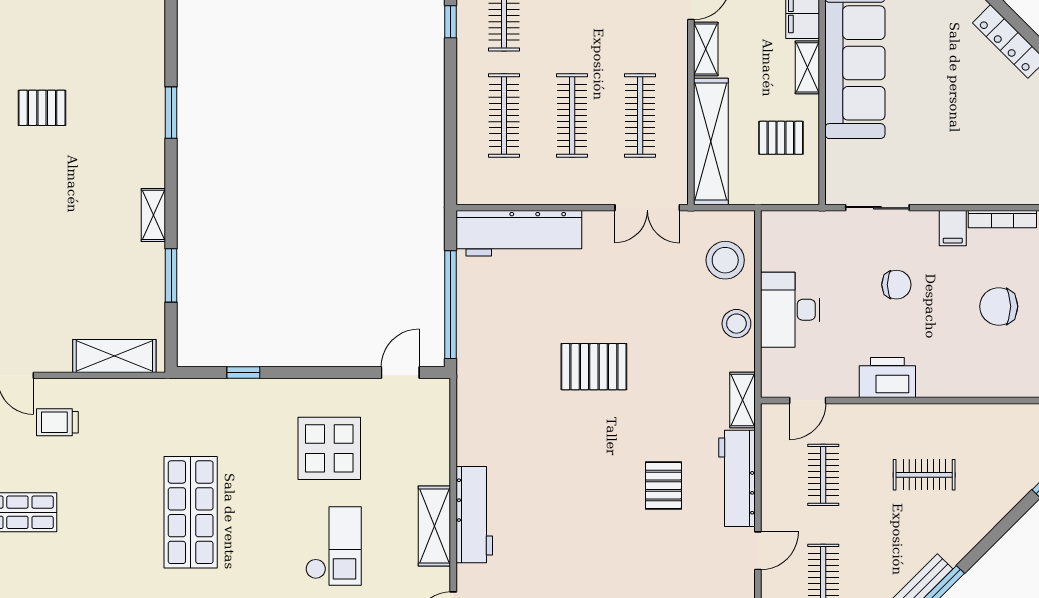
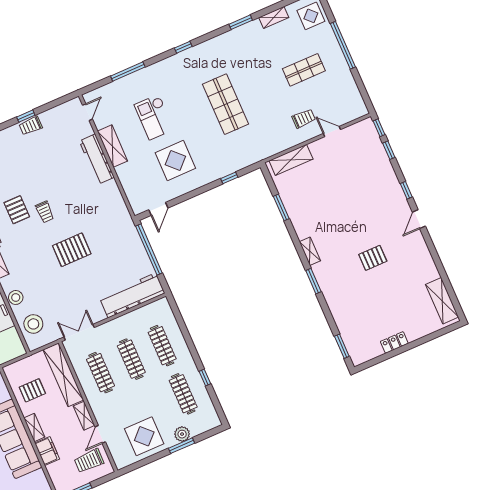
shelving: (153, 215) -> (310, 251), moved
trolley: (613, 459) -> (45, 212), added

